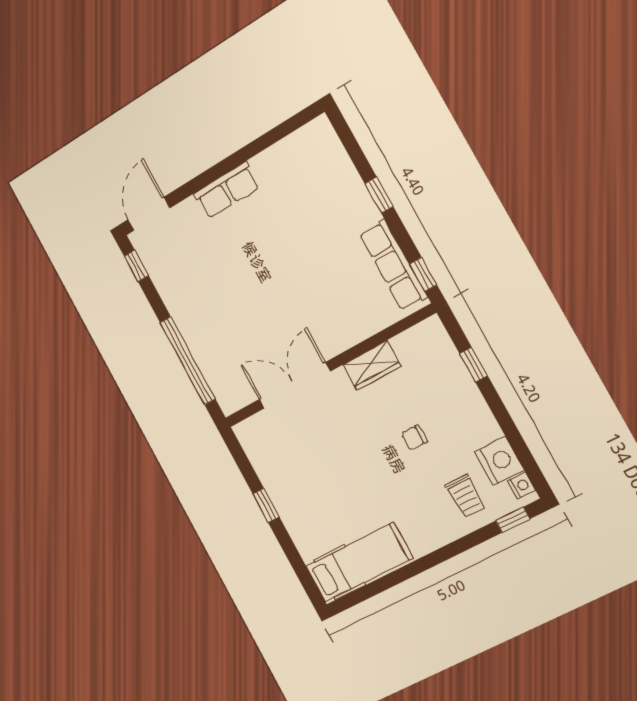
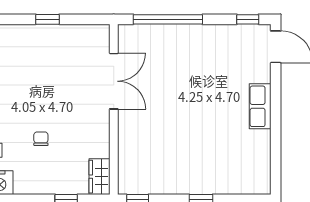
row of seats: (393, 265) -> (153, 184), removed
wardrobe: (372, 365) -> (100, 177), moved

